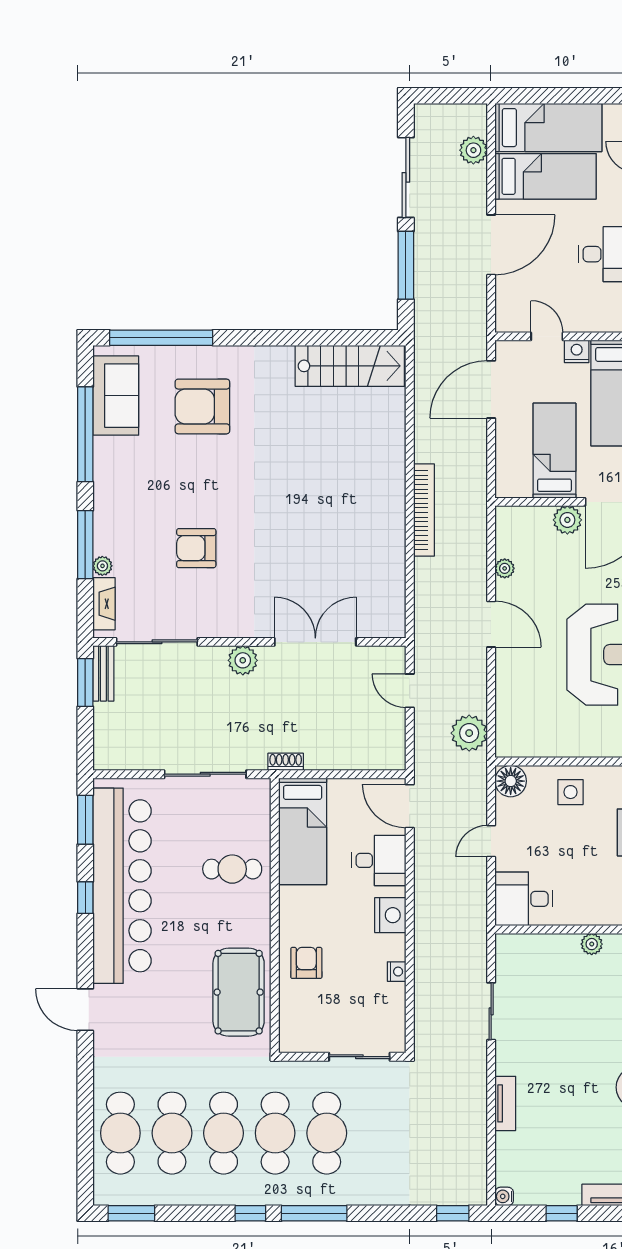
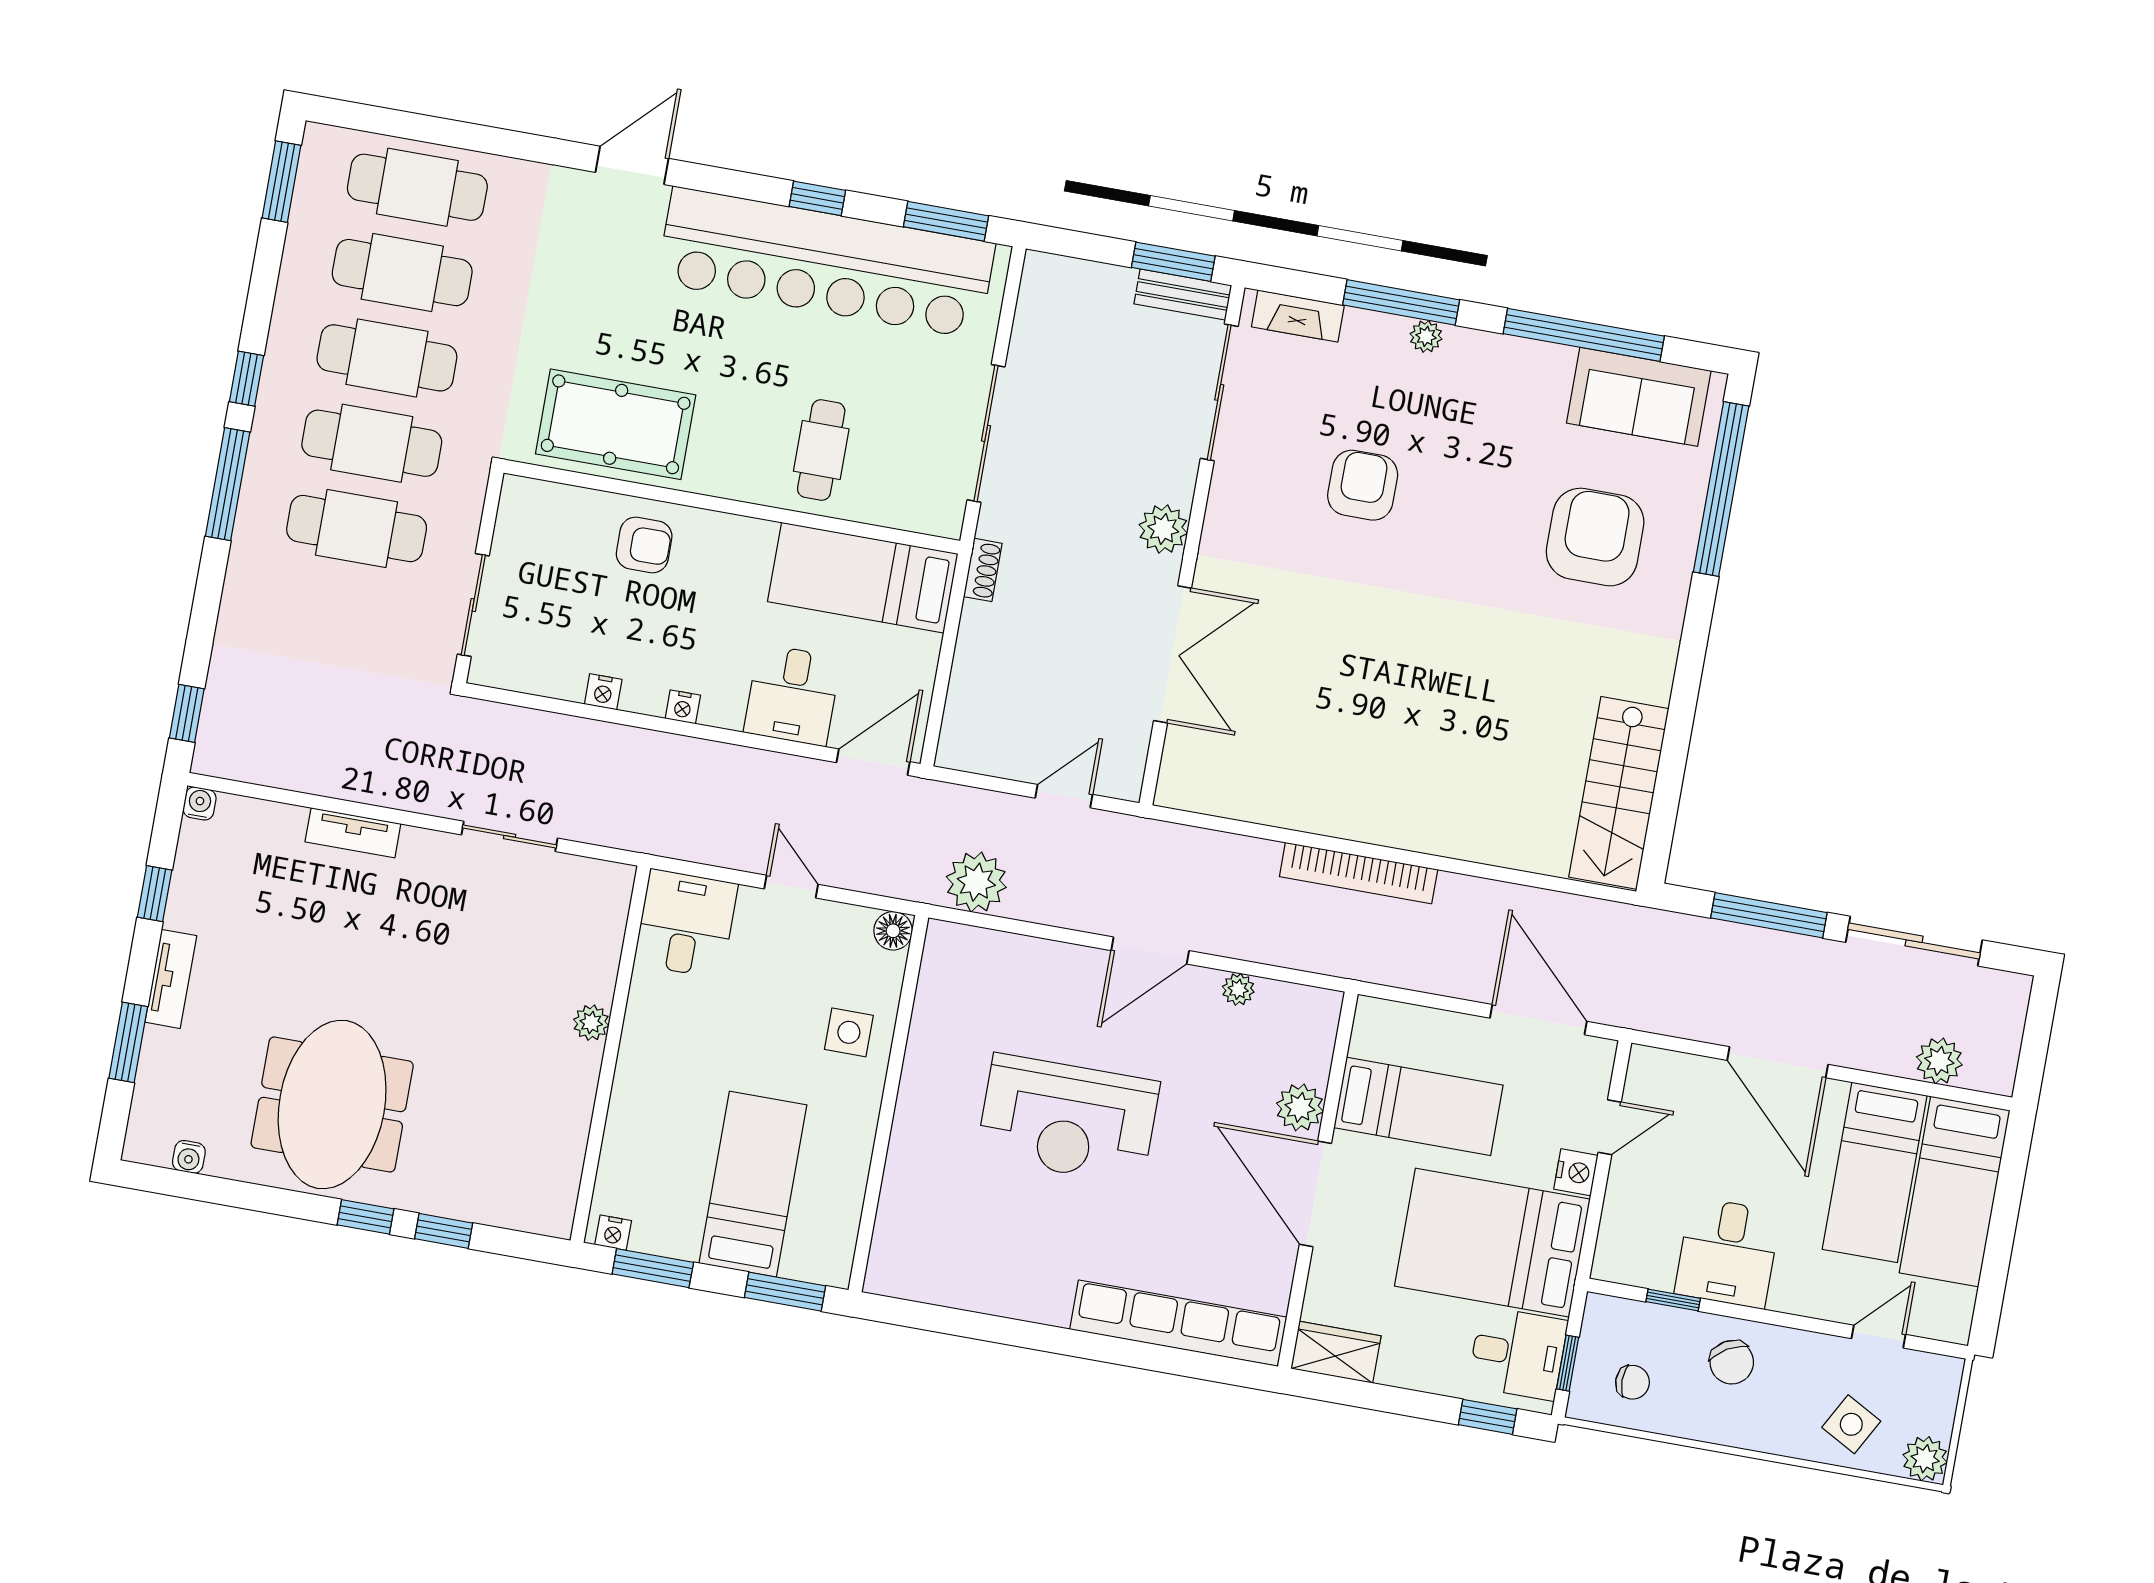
plant: (102, 566) -> (1426, 336), moved
floor lamp: (511, 781) -> (893, 931), width x0.73, depth x0.73
nightstand: (390, 915) -> (683, 707), width x0.53, depth x0.56

